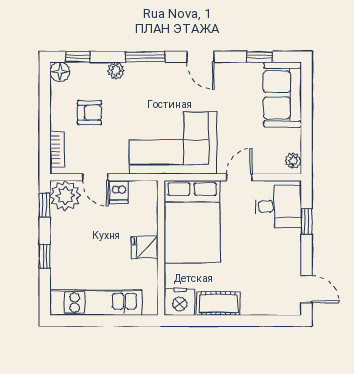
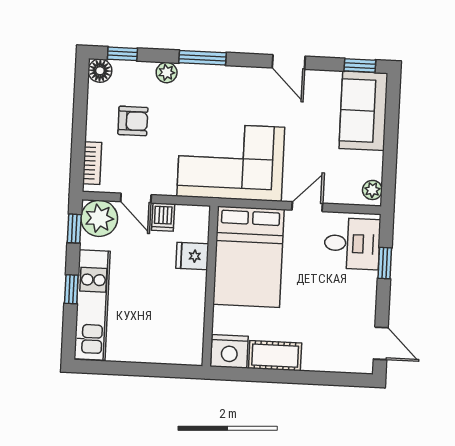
door: (200, 57) -> (289, 62), moved
window: (260, 57) -> (360, 65), moved
fridge: (145, 247) -> (192, 256), moved
kitchen unit: (96, 302) -> (92, 305), moved, turned 90

